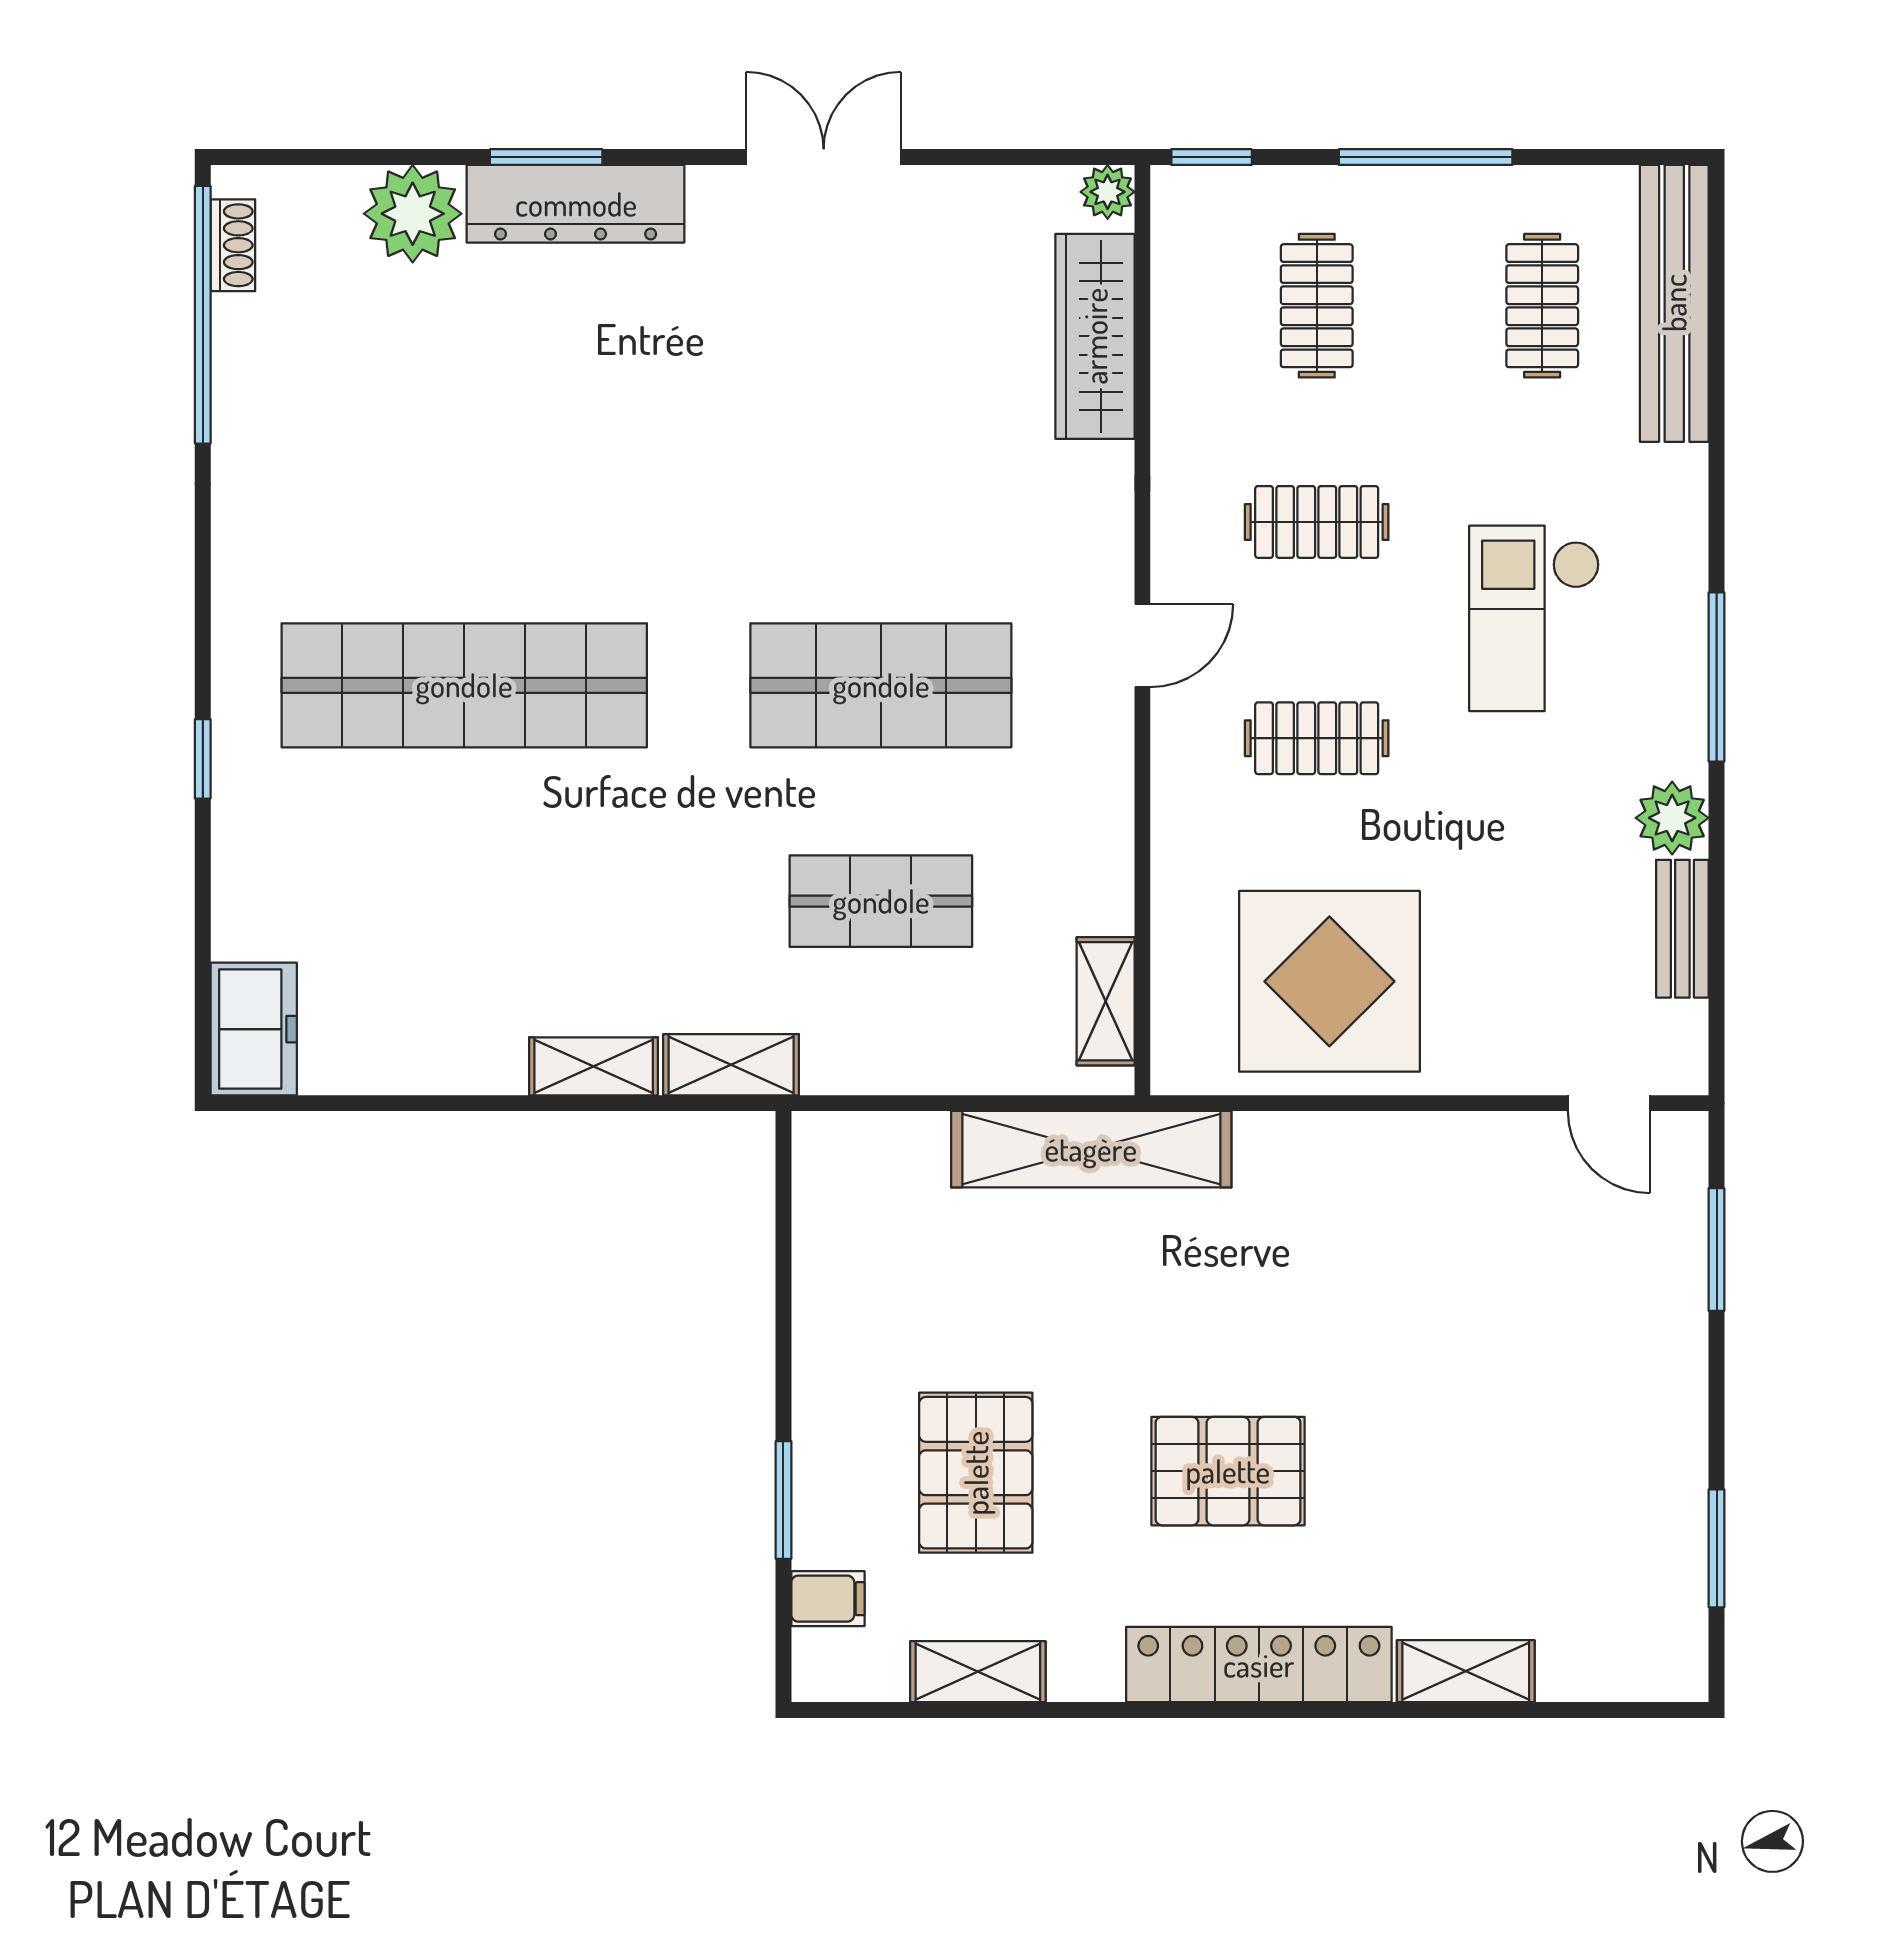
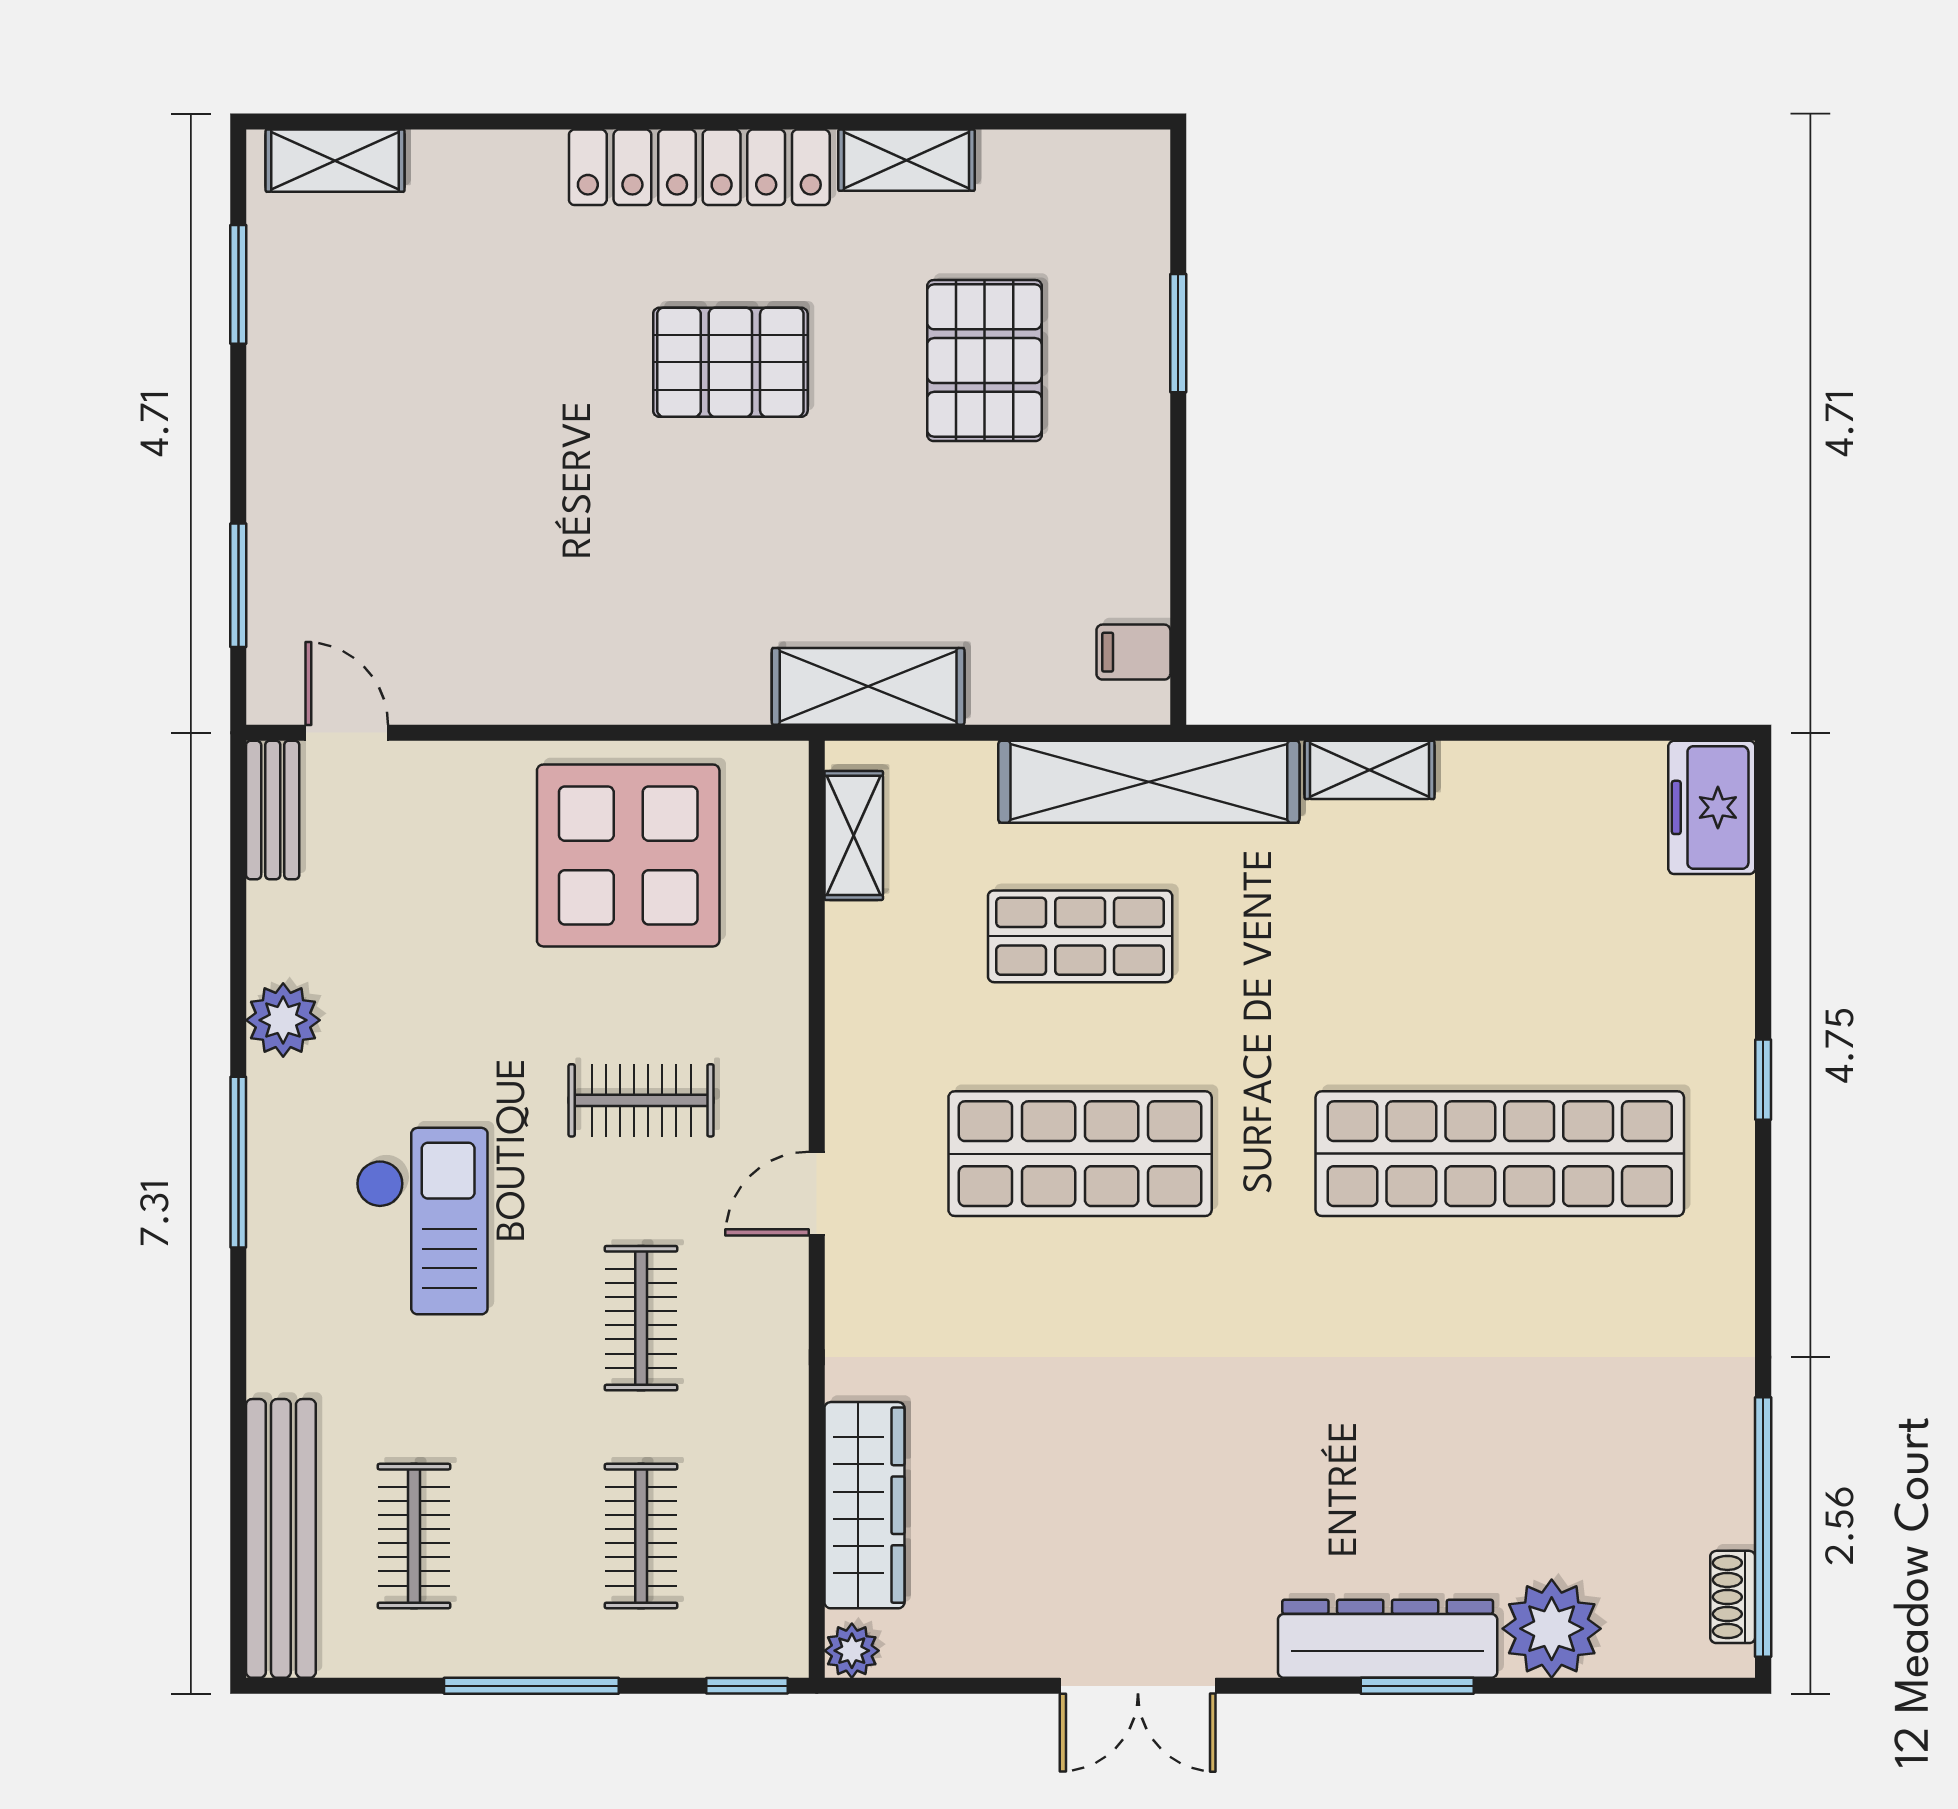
clothes rail: (1317, 522) -> (641, 1318), turned 90
bench: (1682, 929) -> (273, 810), moved
shelving: (731, 1065) -> (1149, 782), width x2.20, depth x1.33
shelving: (1091, 1149) -> (868, 686), width x0.68
filing cabinet: (828, 1599) -> (1133, 652), moved
shelving: (1466, 1671) -> (335, 161), moved
shelving: (978, 1672) -> (907, 160), moved

